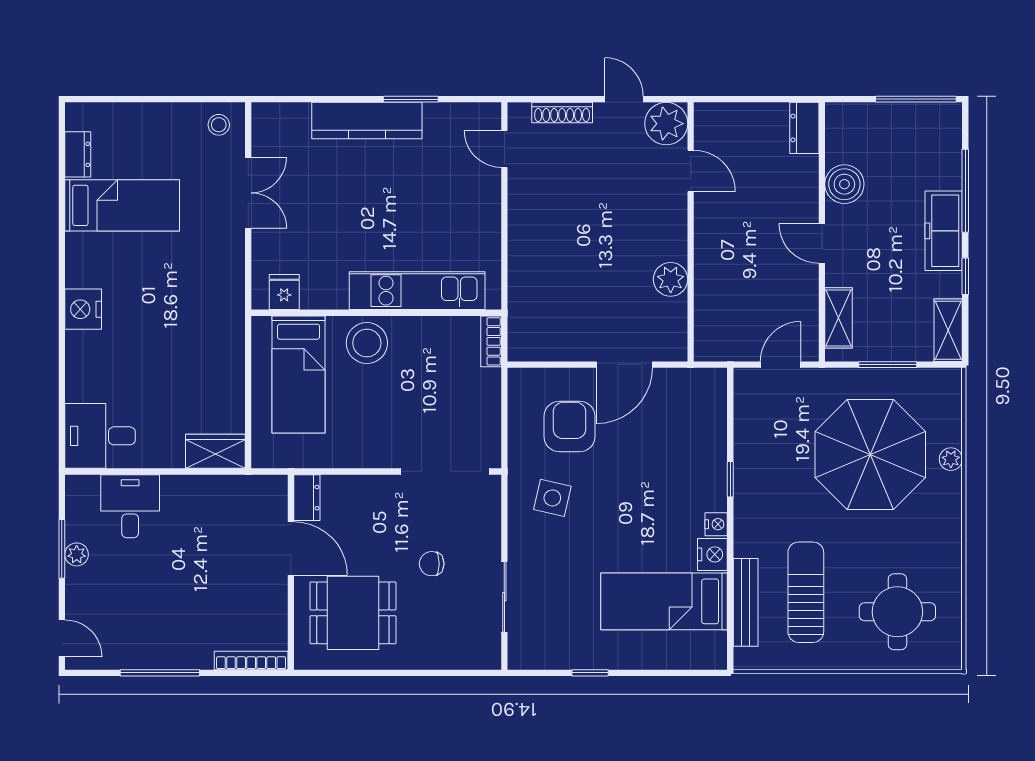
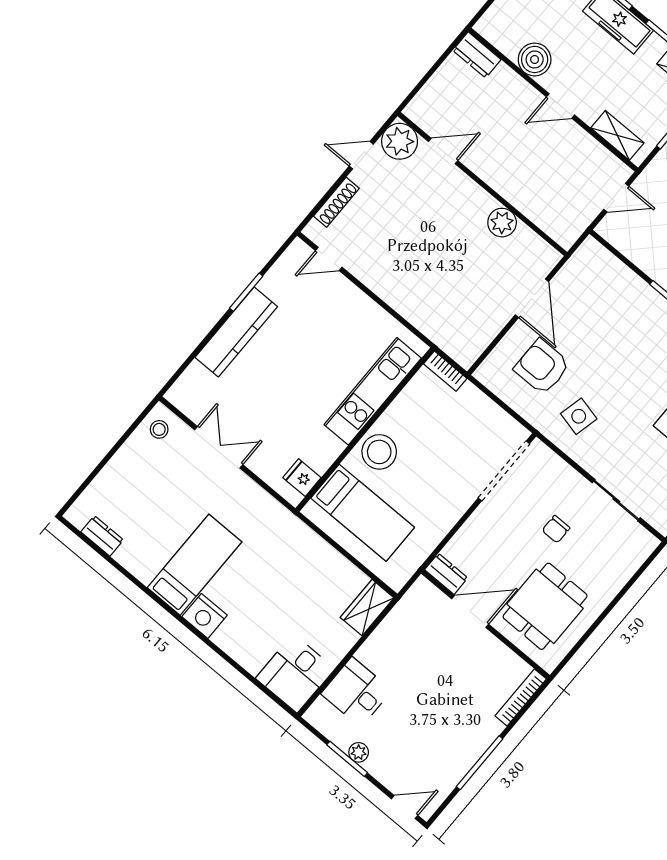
bed: (122, 205) -> (194, 565), moved
door: (781, 365) -> (616, 198), swing flipped

